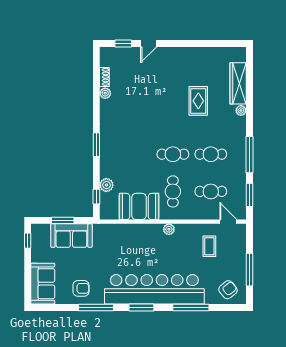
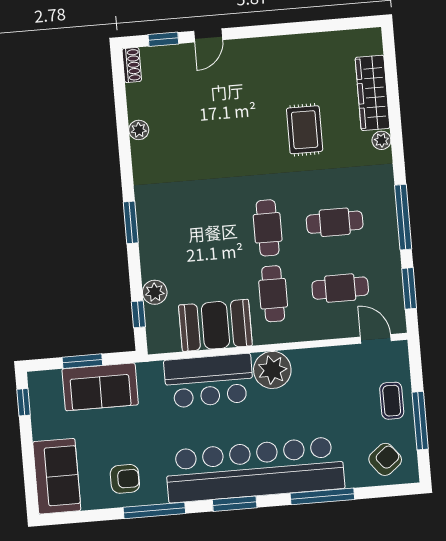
shoe rack: (104, 77) -> (132, 65), moved
cafe table: (173, 154) -> (268, 228), turned 90
plant: (169, 229) -> (272, 370), width x1.87, depth x1.87
bar counter: (133, 237) -> (209, 381), added
coffee table: (209, 246) -> (392, 401), moved

